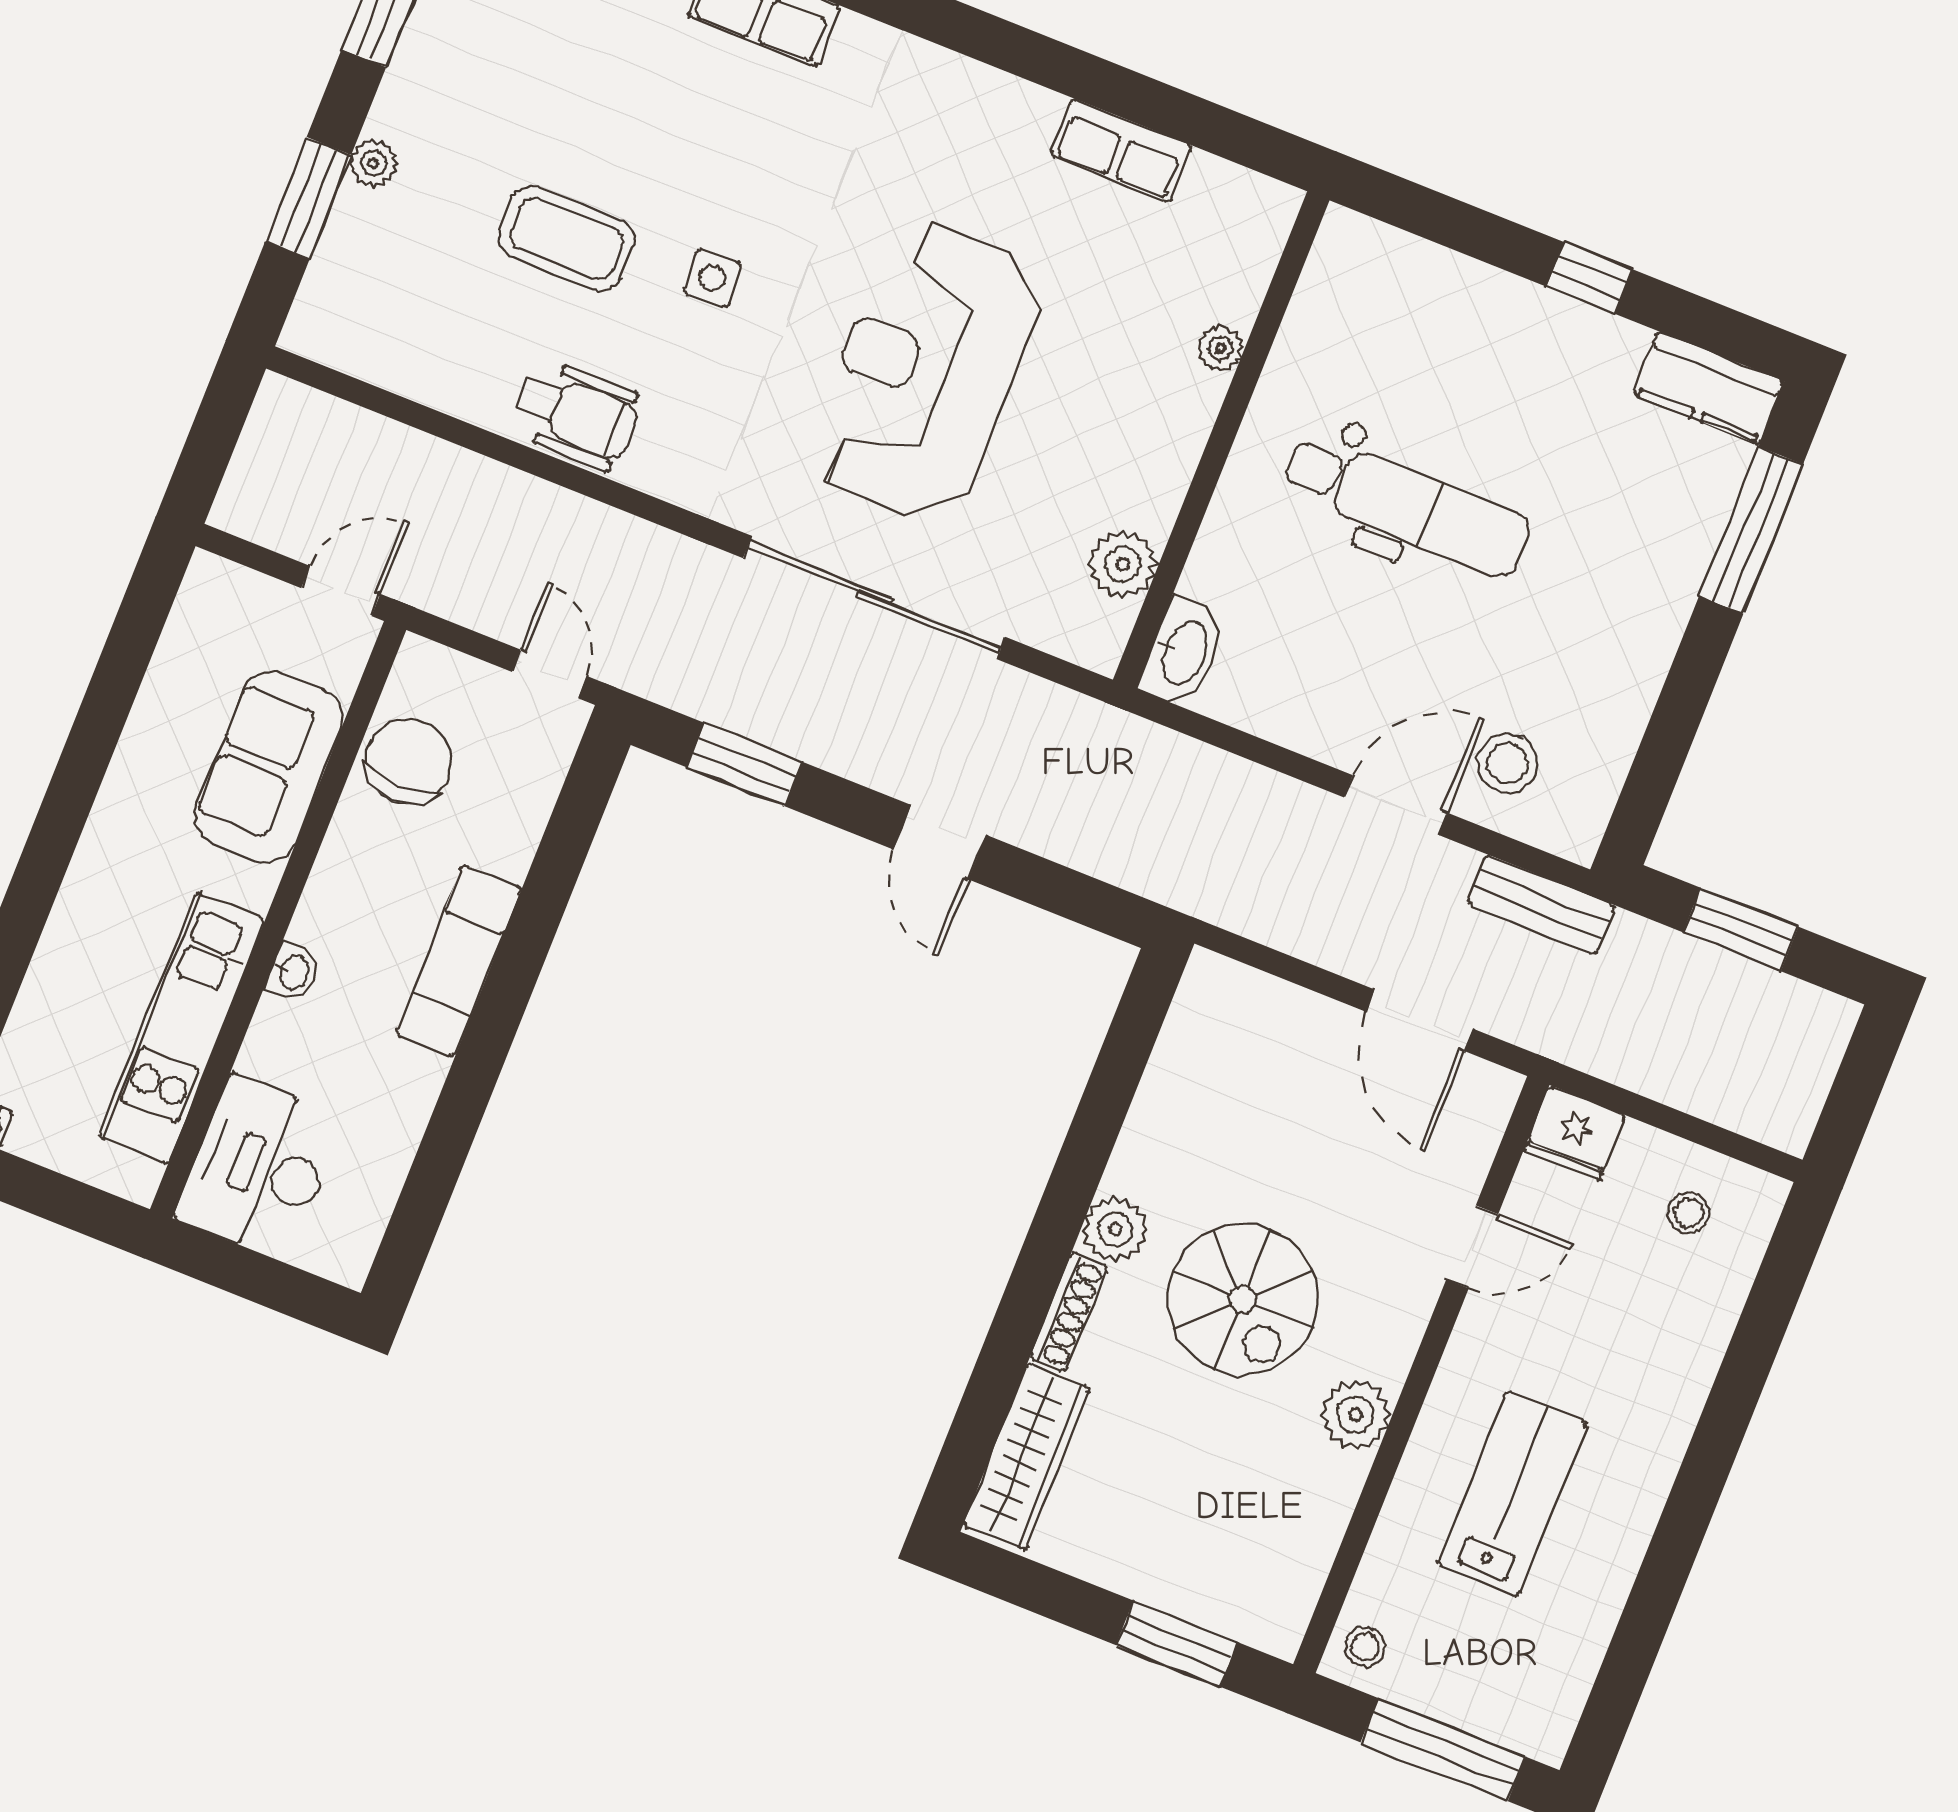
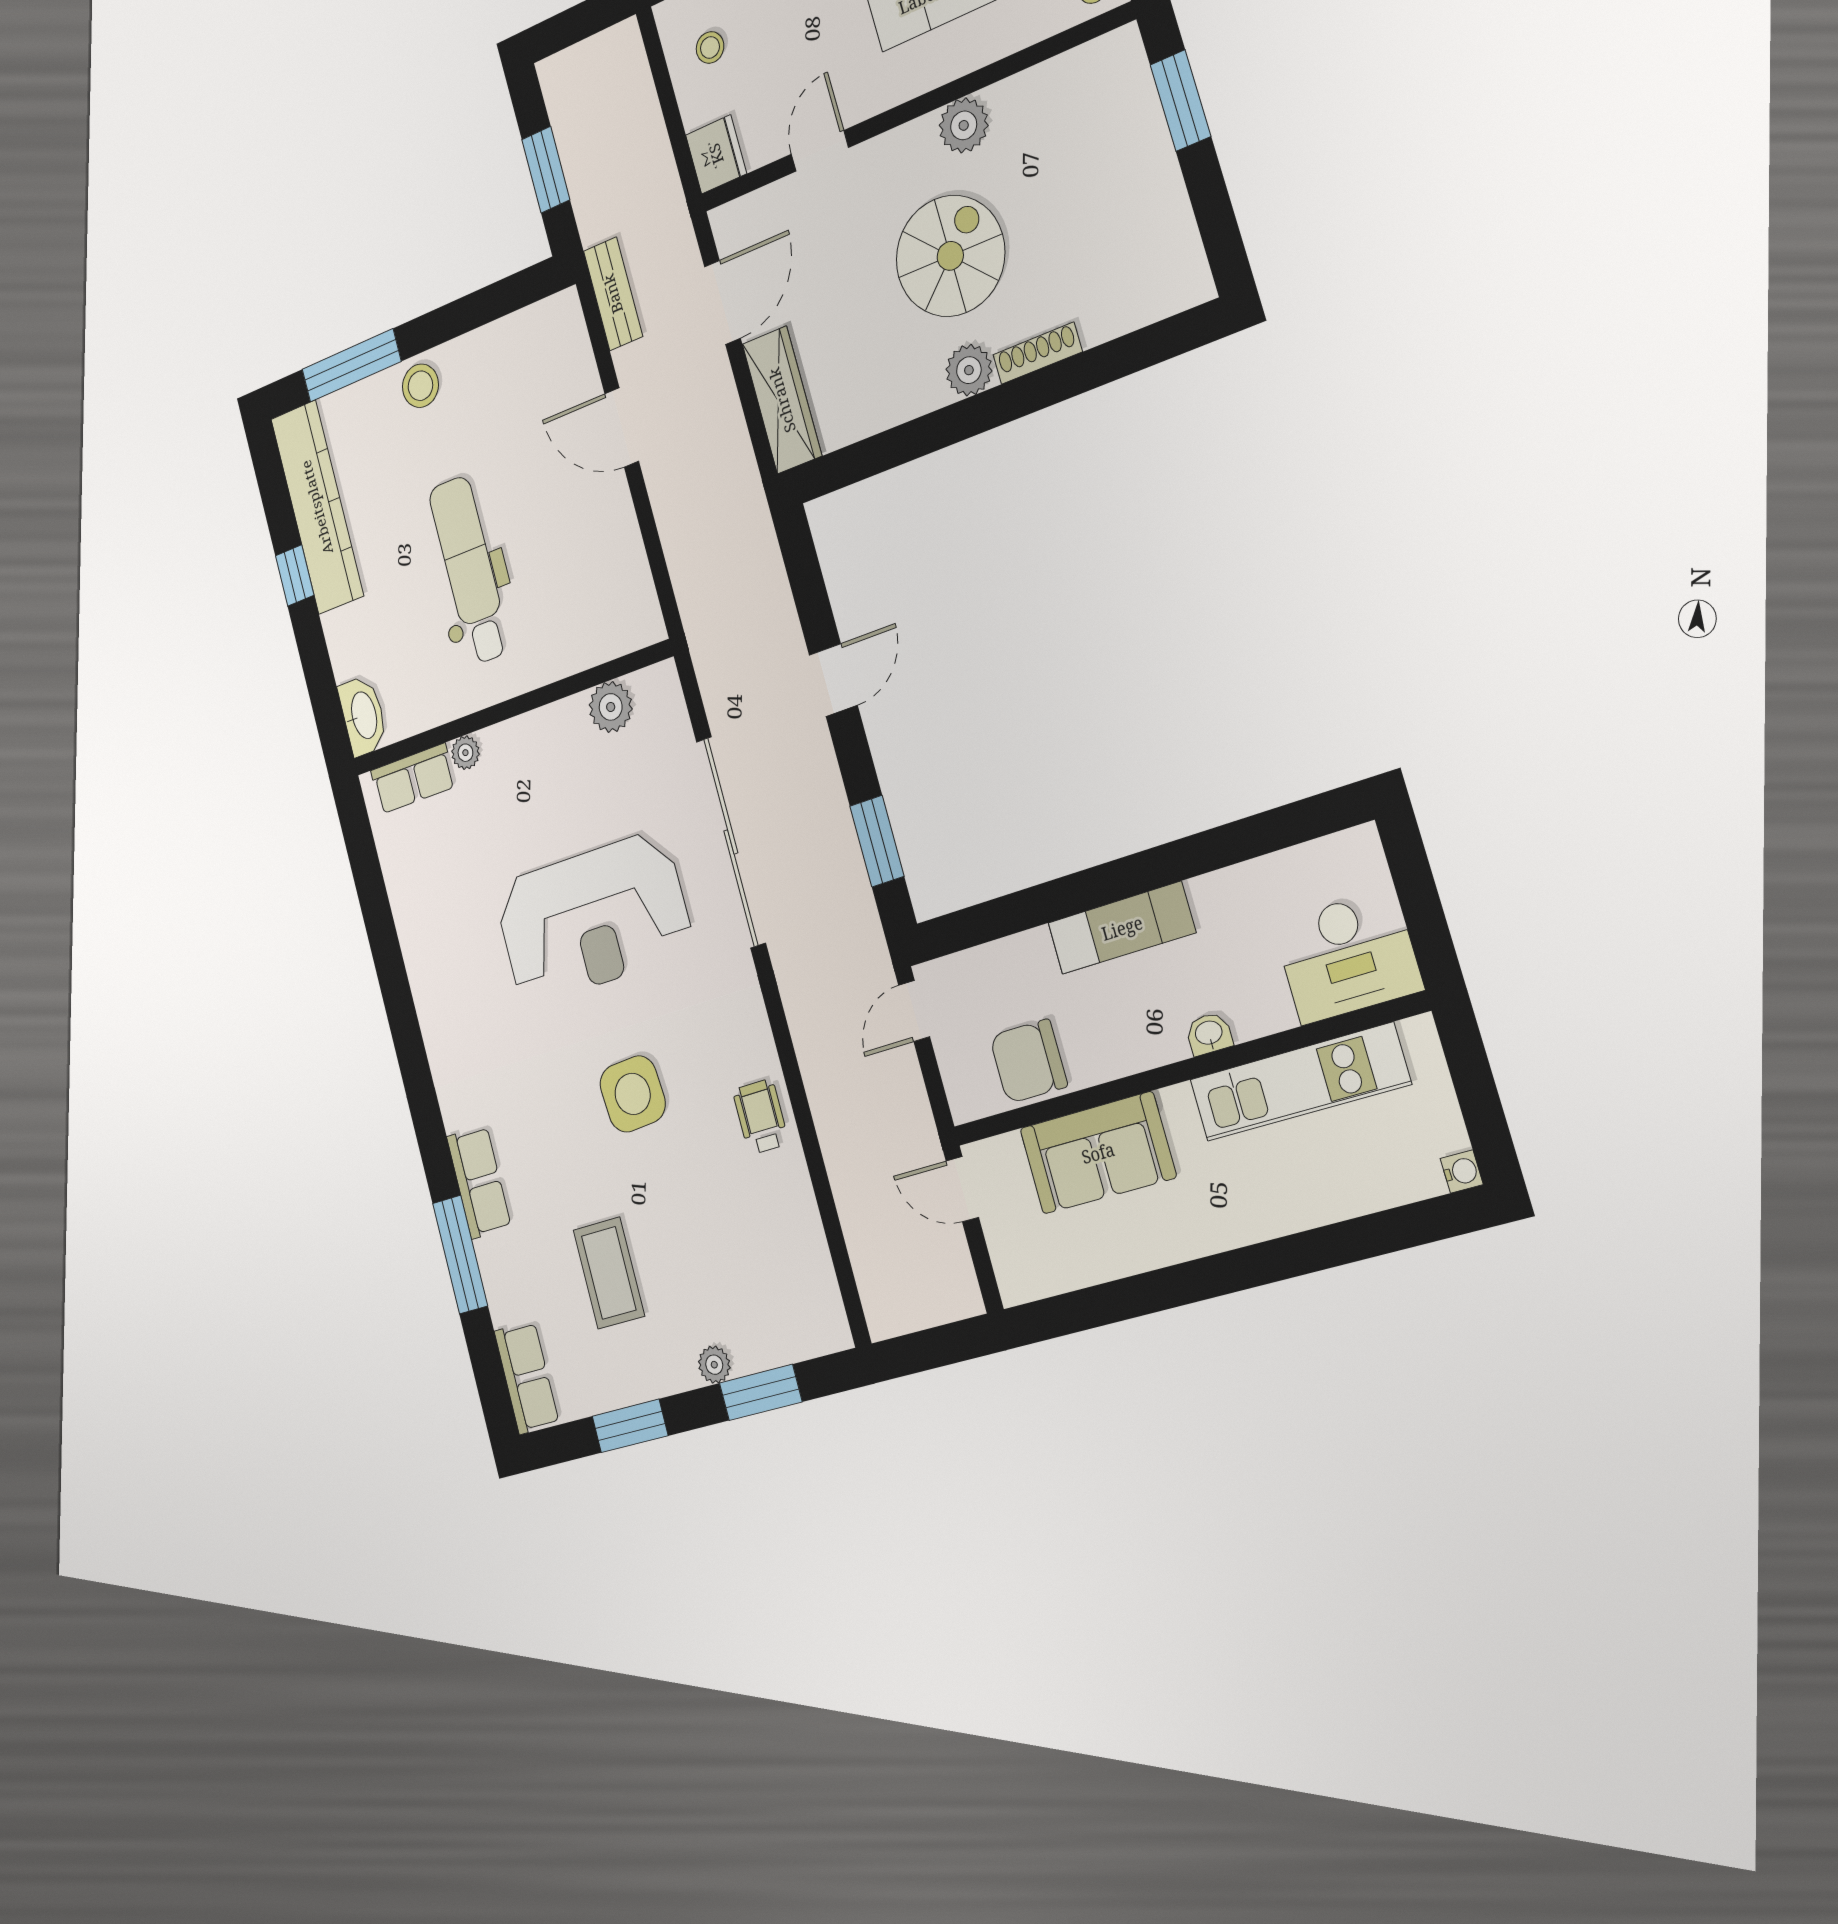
row of seats: (1121, 150) -> (413, 779), moved, turned 90
coffee table: (566, 238) -> (609, 1273), moved
side table: (712, 278) -> (633, 1094), width x1.87, depth x1.87
kitchen counter: (1709, 388) -> (317, 507), width x2.08, depth x1.17
wheelchair: (577, 415) -> (761, 1117), width x0.73, depth x0.73
washbasin: (1183, 653) -> (363, 716), moved, turned 90
stool: (1508, 763) -> (420, 386), moved
door: (1472, 1247) -> (820, 151), hinge flipped
wardrobe: (1027, 1457) -> (782, 400), moved, turned 90

